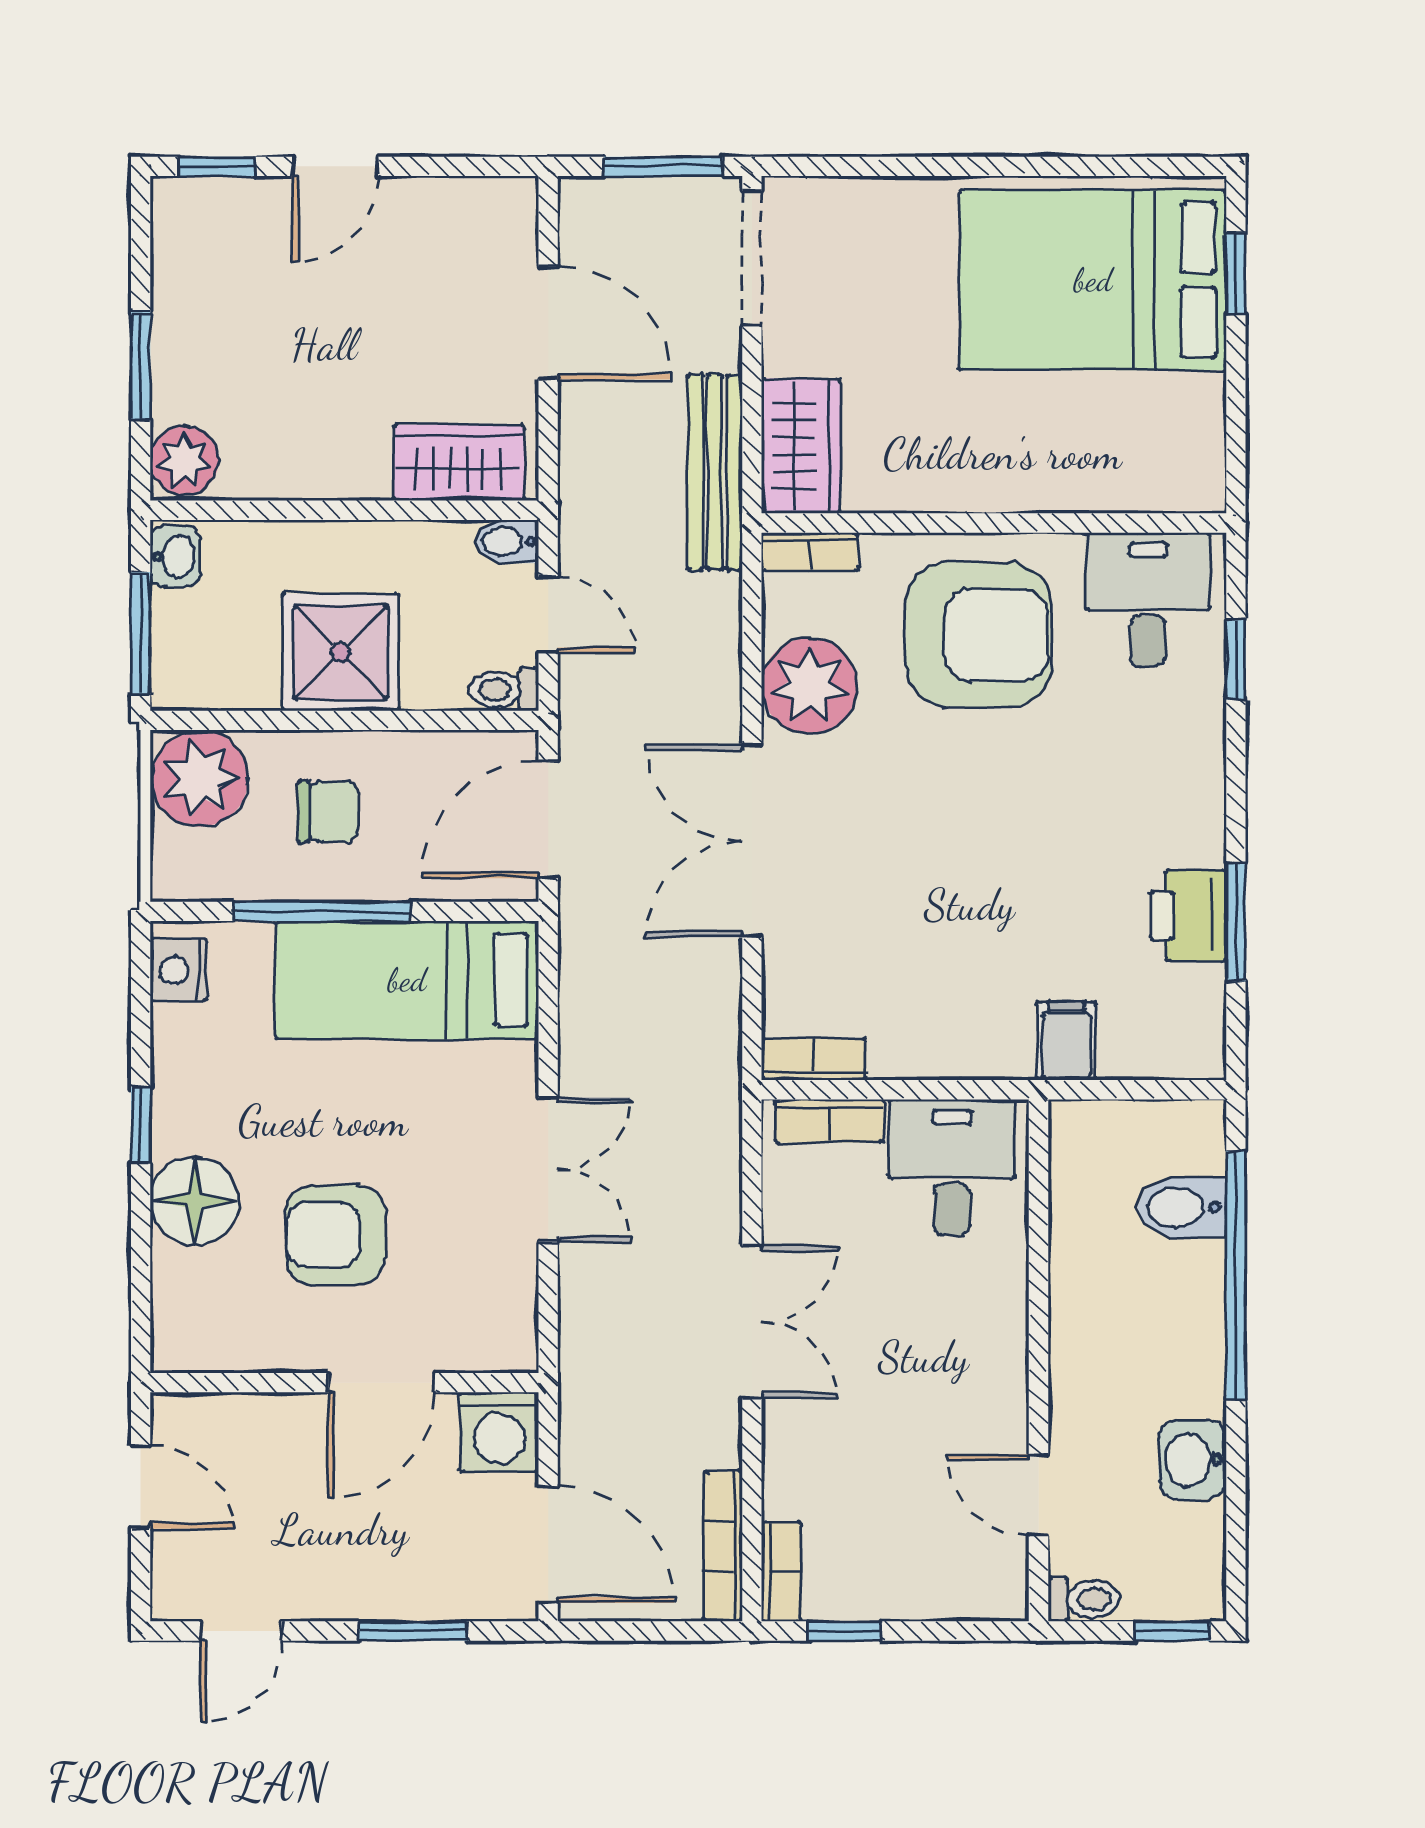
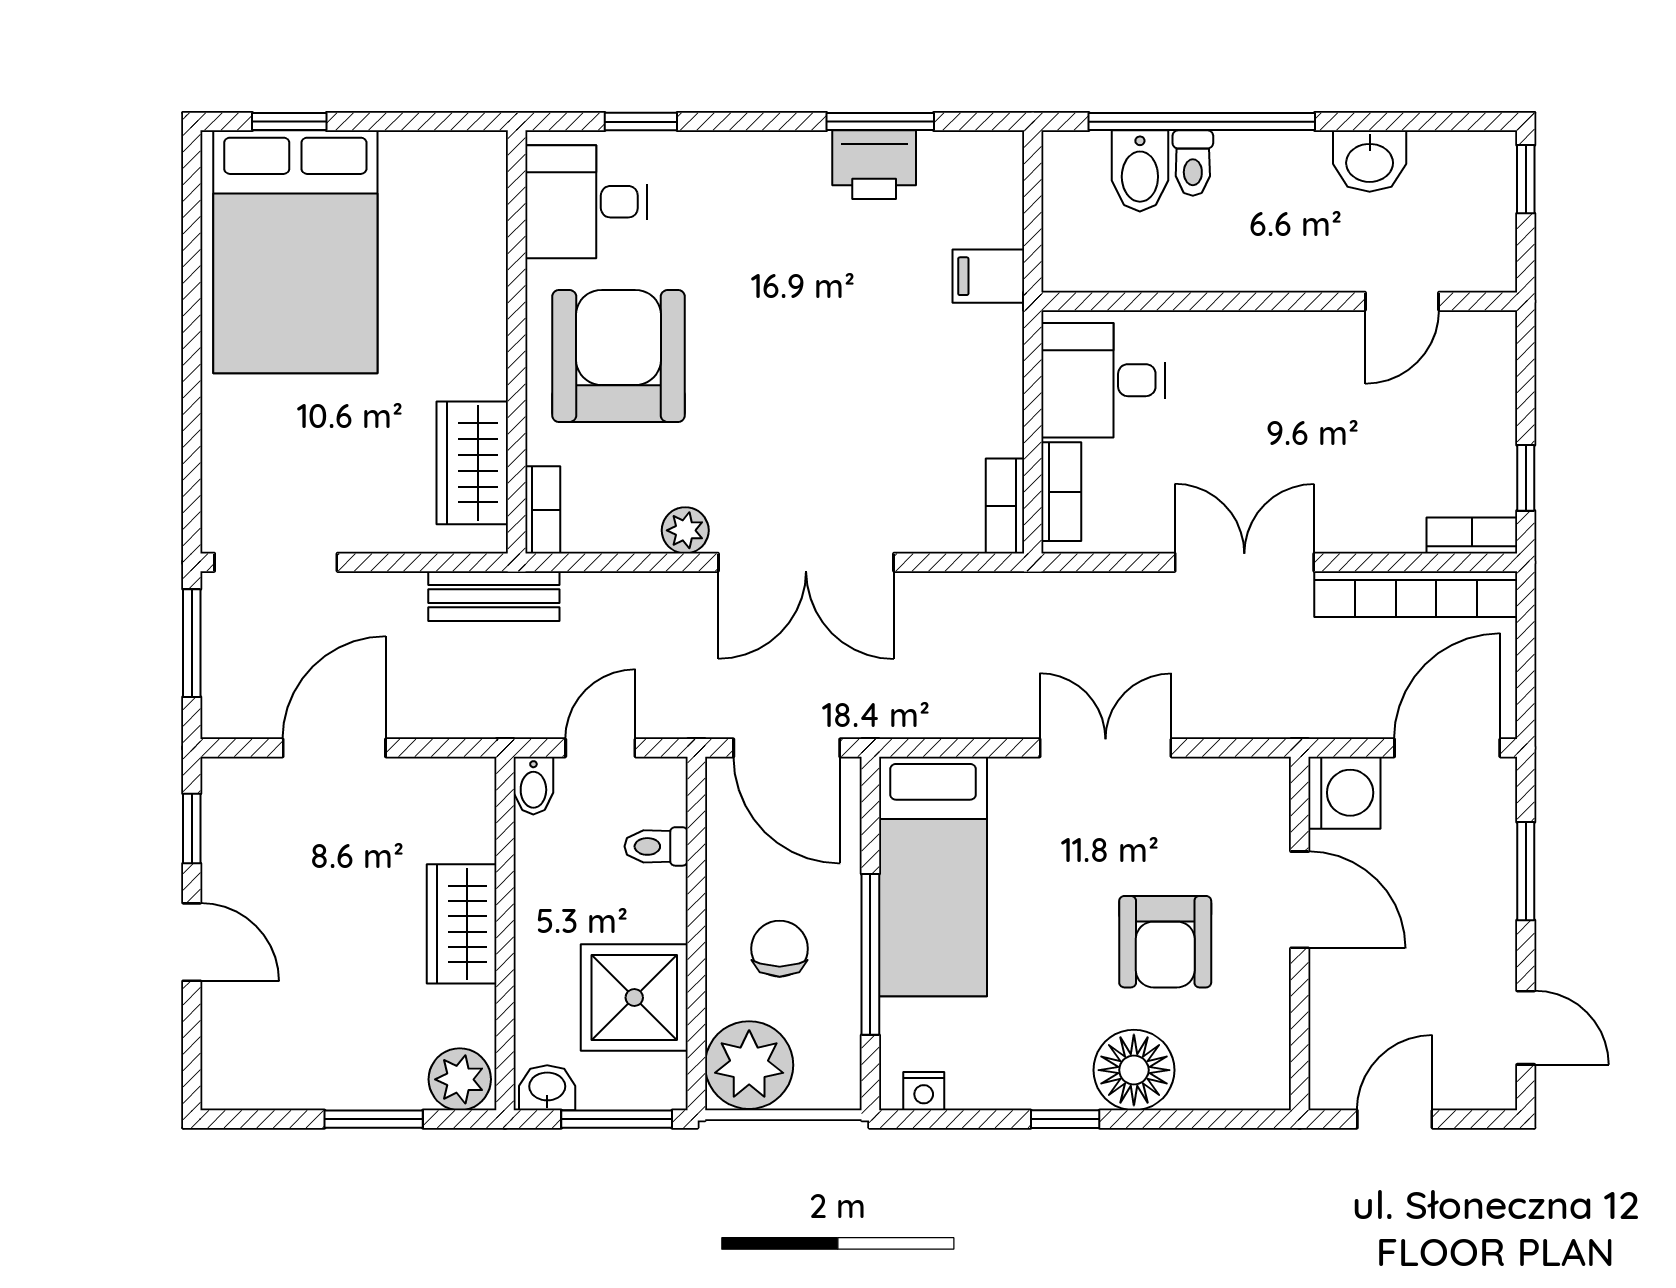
window: (217, 166) -> (192, 828), moved
wardrobe: (801, 446) -> (472, 463), moved, turned -90
wardrobe: (459, 463) -> (462, 924), moved
bench: (715, 472) -> (494, 596), width x0.73
shower: (341, 652) -> (634, 998), moved
plant: (809, 686) -> (685, 530), width x0.53, depth x0.53
toilet: (504, 690) -> (656, 846), moved, turned 90
nightstand: (179, 970) -> (924, 1091), width x0.72, depth x0.74
bookcase: (723, 1546) -> (1416, 594), width x1.48, depth x1.31
toilet: (1084, 1599) -> (1193, 163), moved, turned 180

